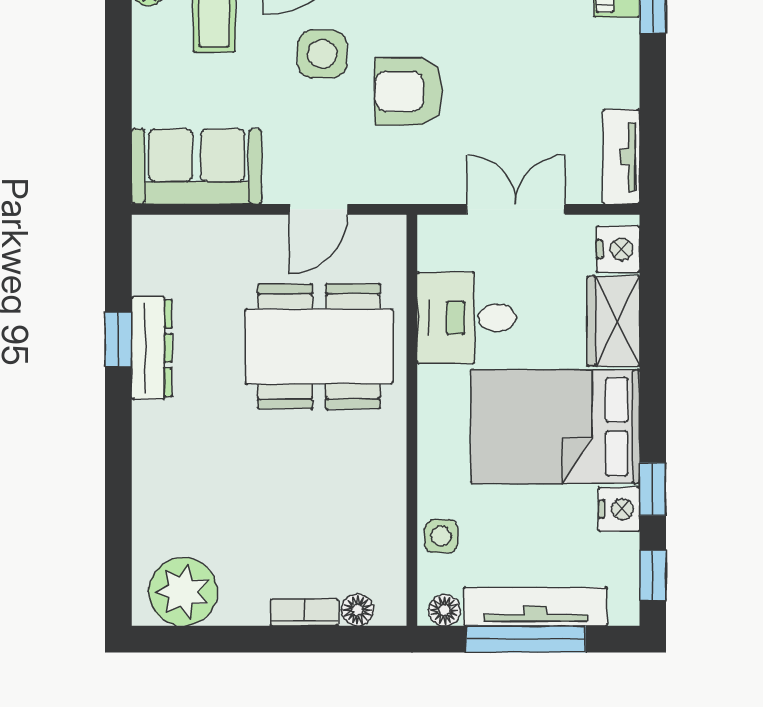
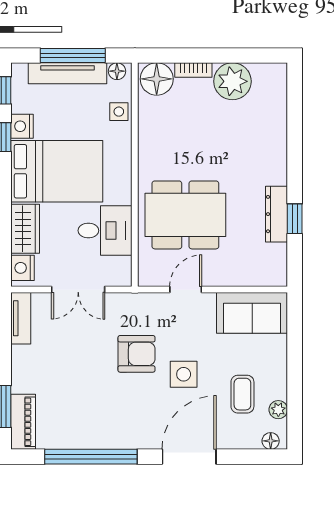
plant: (183, 592) -> (232, 81), moved
floor lamp: (358, 610) -> (157, 79), width x1.89, depth x1.89

